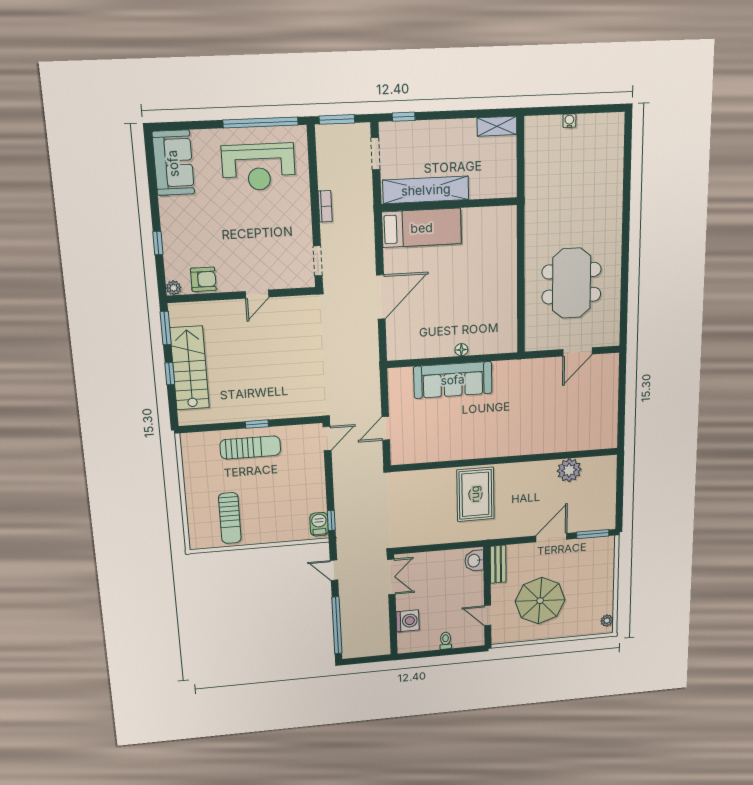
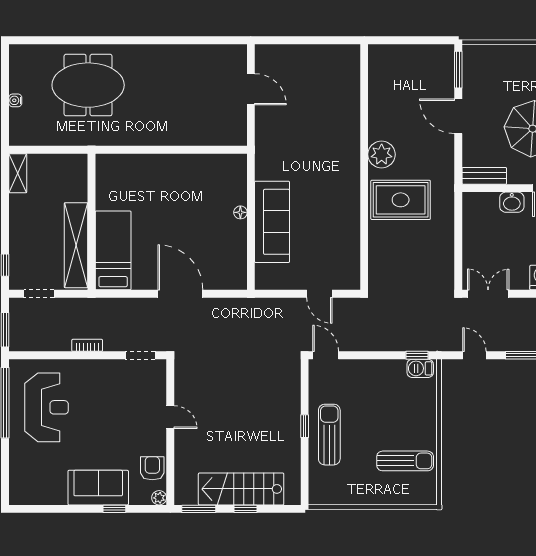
sofa: (173, 163) -> (98, 488), moved
meeting table: (571, 283) -> (88, 85), moved
plant: (569, 470) -> (382, 154), moved
washbasin: (474, 561) -> (512, 202), moved
door: (334, 570) -> (474, 355), swing flipped

